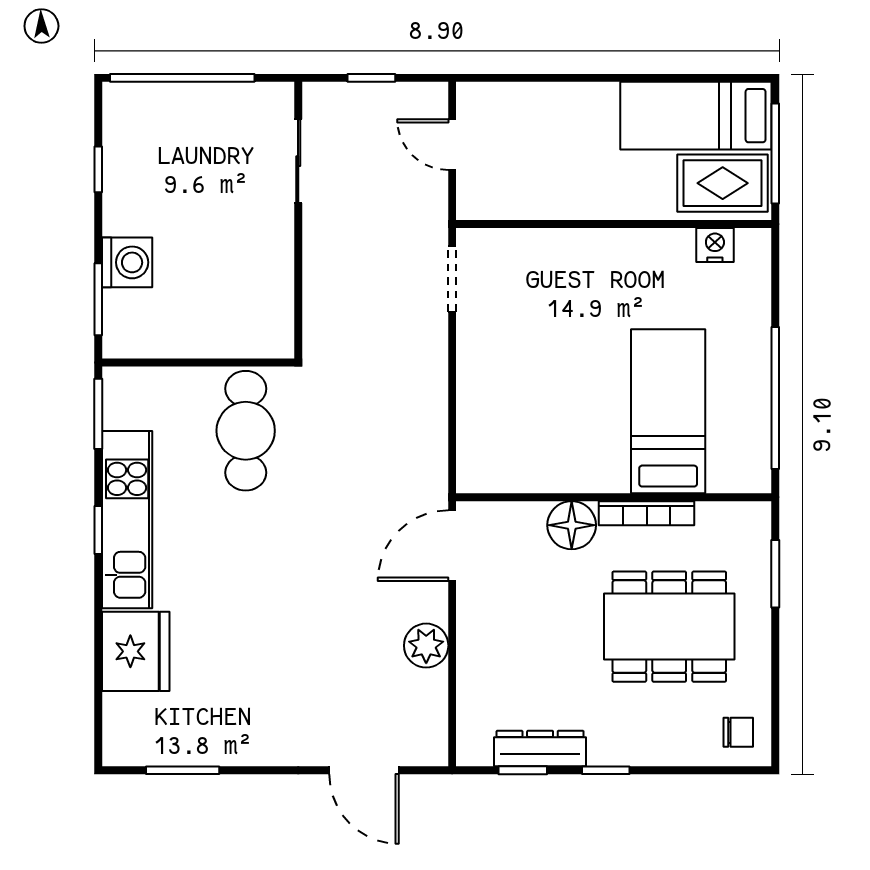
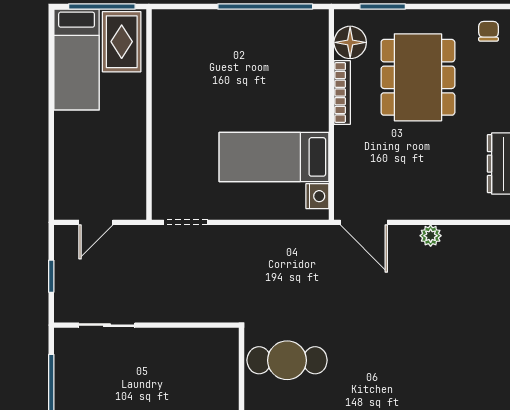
nightstand: (715, 245) -> (317, 196), moved, turned 180
bed: (668, 411) -> (274, 157), moved
floor lamp: (572, 525) -> (350, 42), moved
plant: (426, 646) -> (431, 236), width x0.73, depth x0.73

